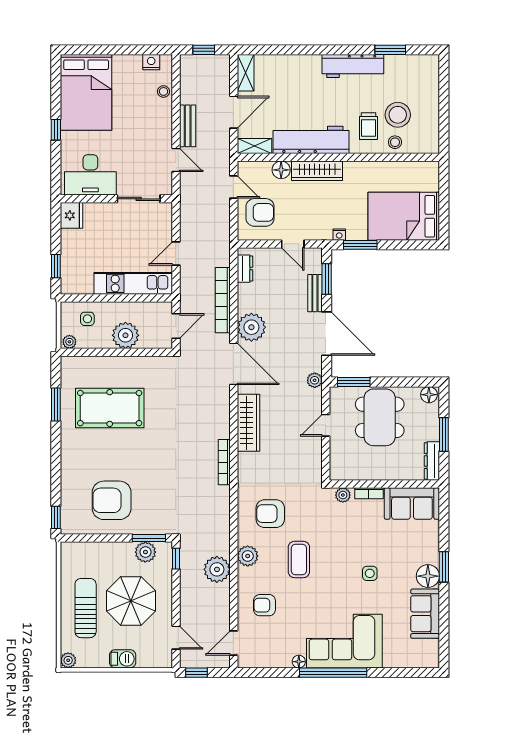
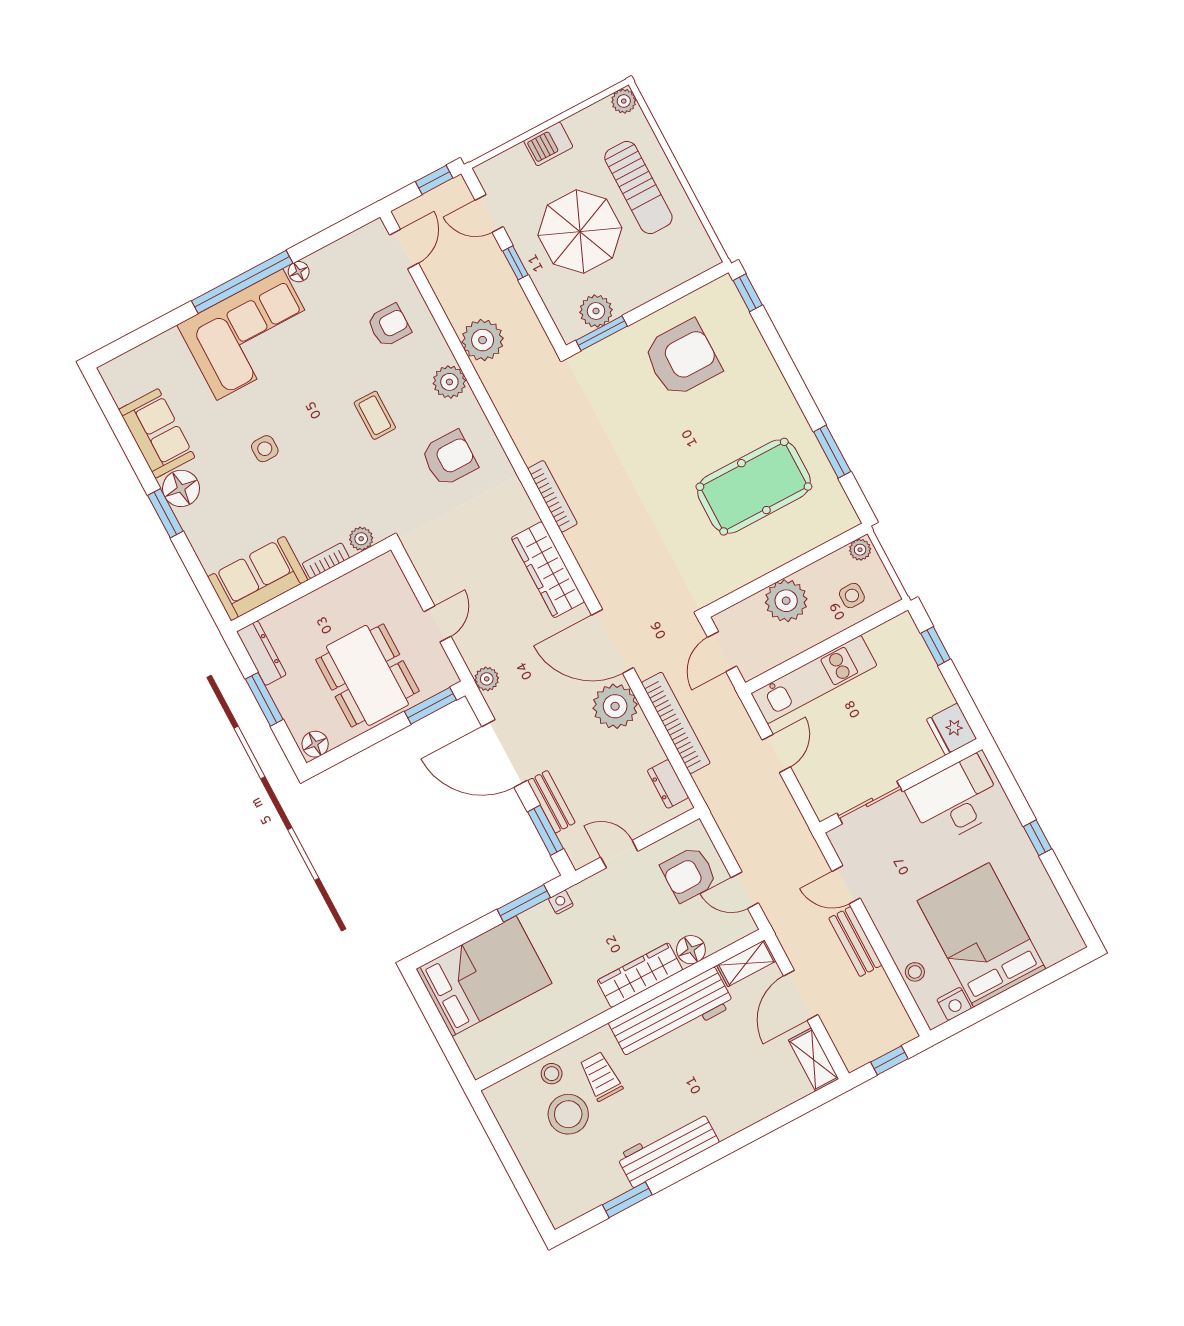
bed: (86, 92) -> (981, 935), moved
window: (176, 559) -> (515, 263), moved
coffee table: (299, 559) -> (375, 415), width x0.73, depth x0.77

